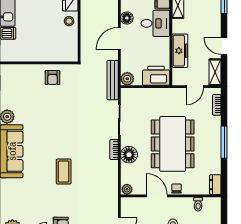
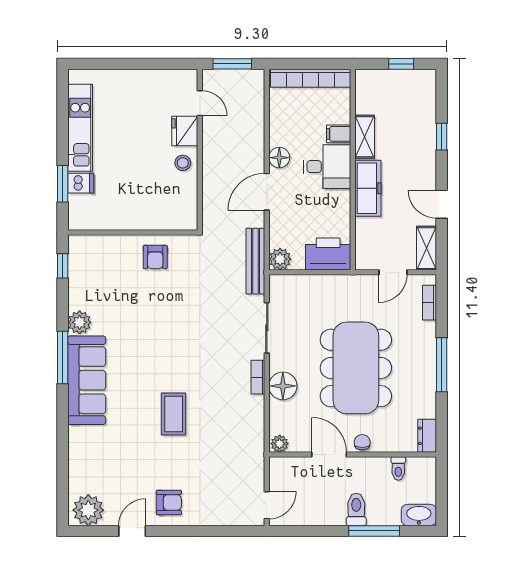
freezer: (180, 51) -> (368, 188), moved

